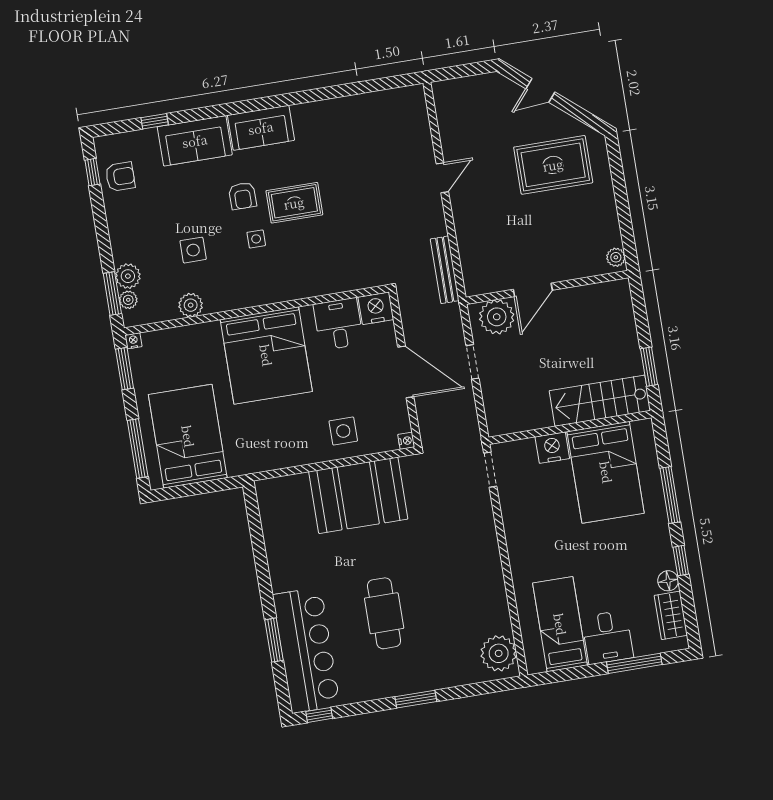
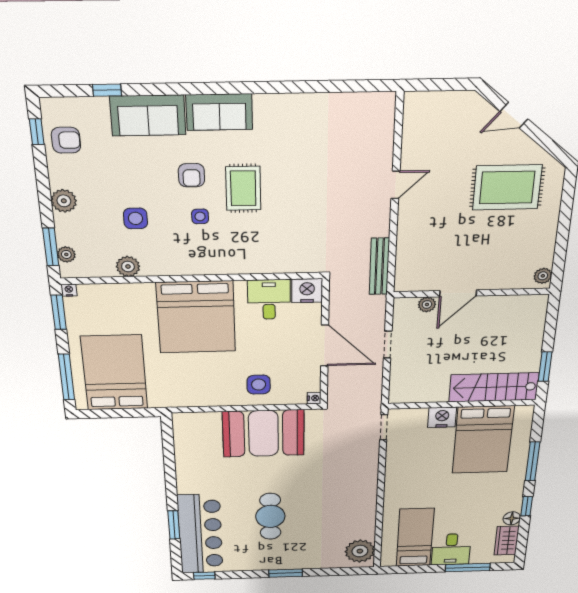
rug: (294, 203) -> (243, 188), turned 90
plant: (128, 276) -> (64, 201), moved
plant: (497, 317) -> (427, 304), width x0.53, depth x0.53

